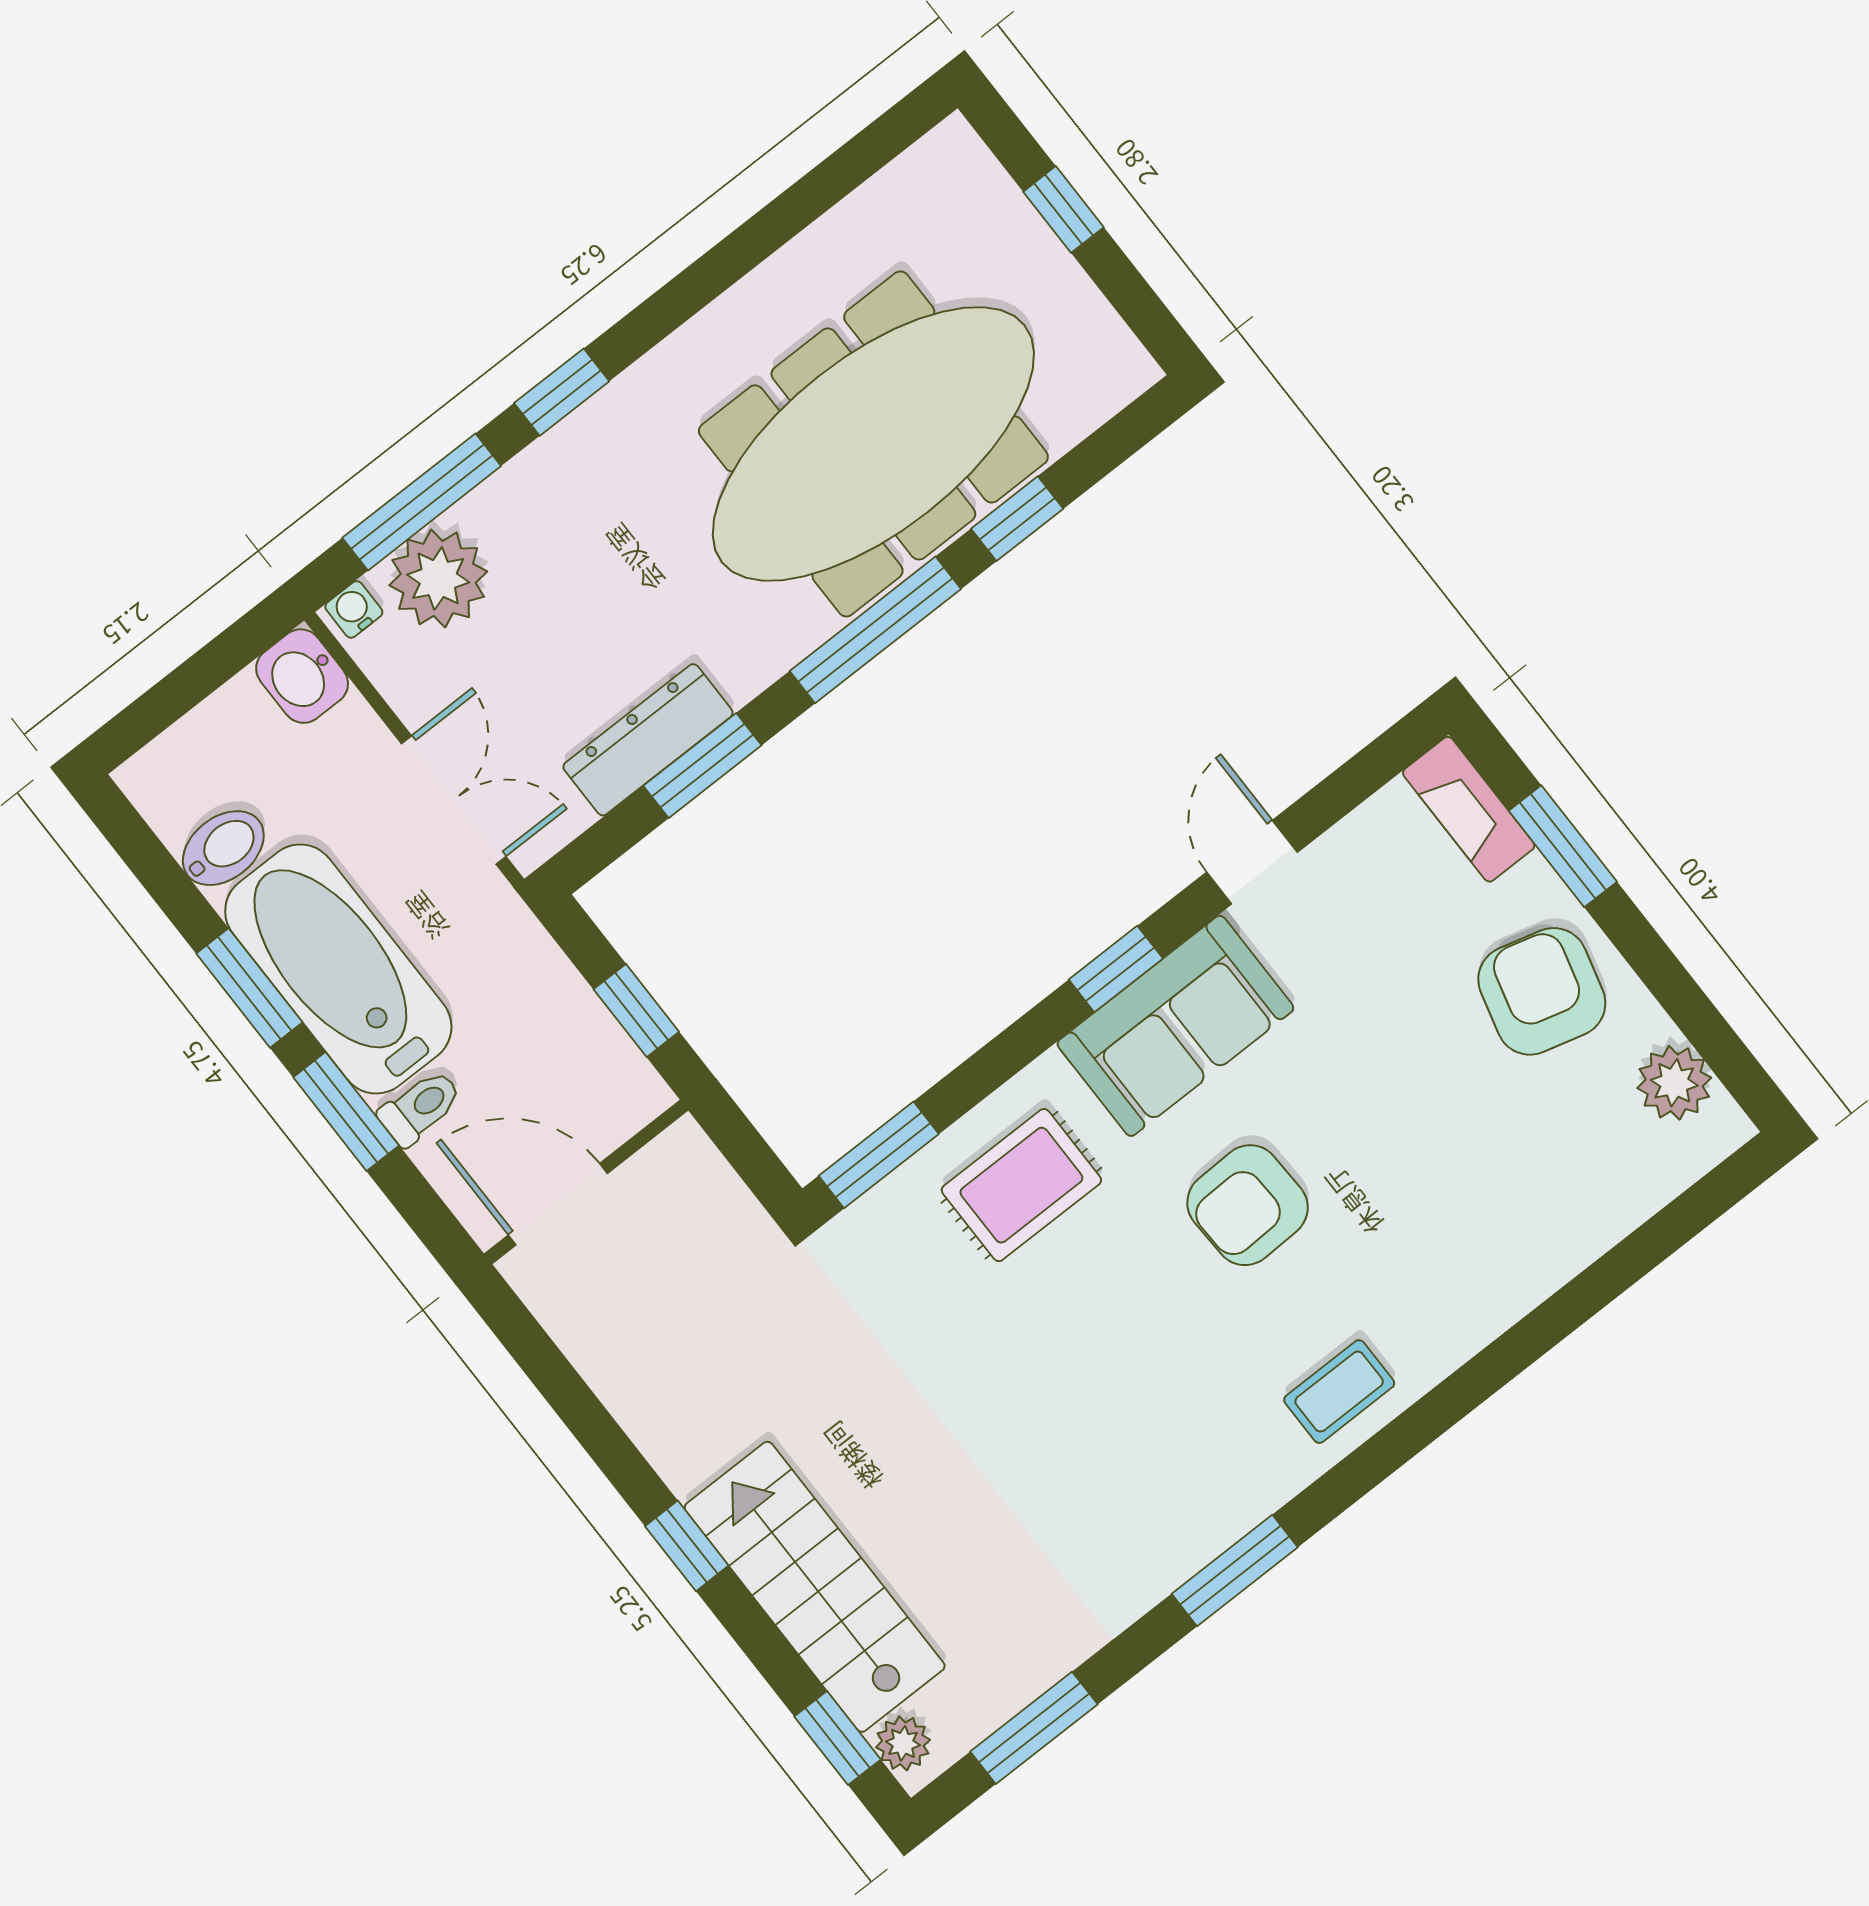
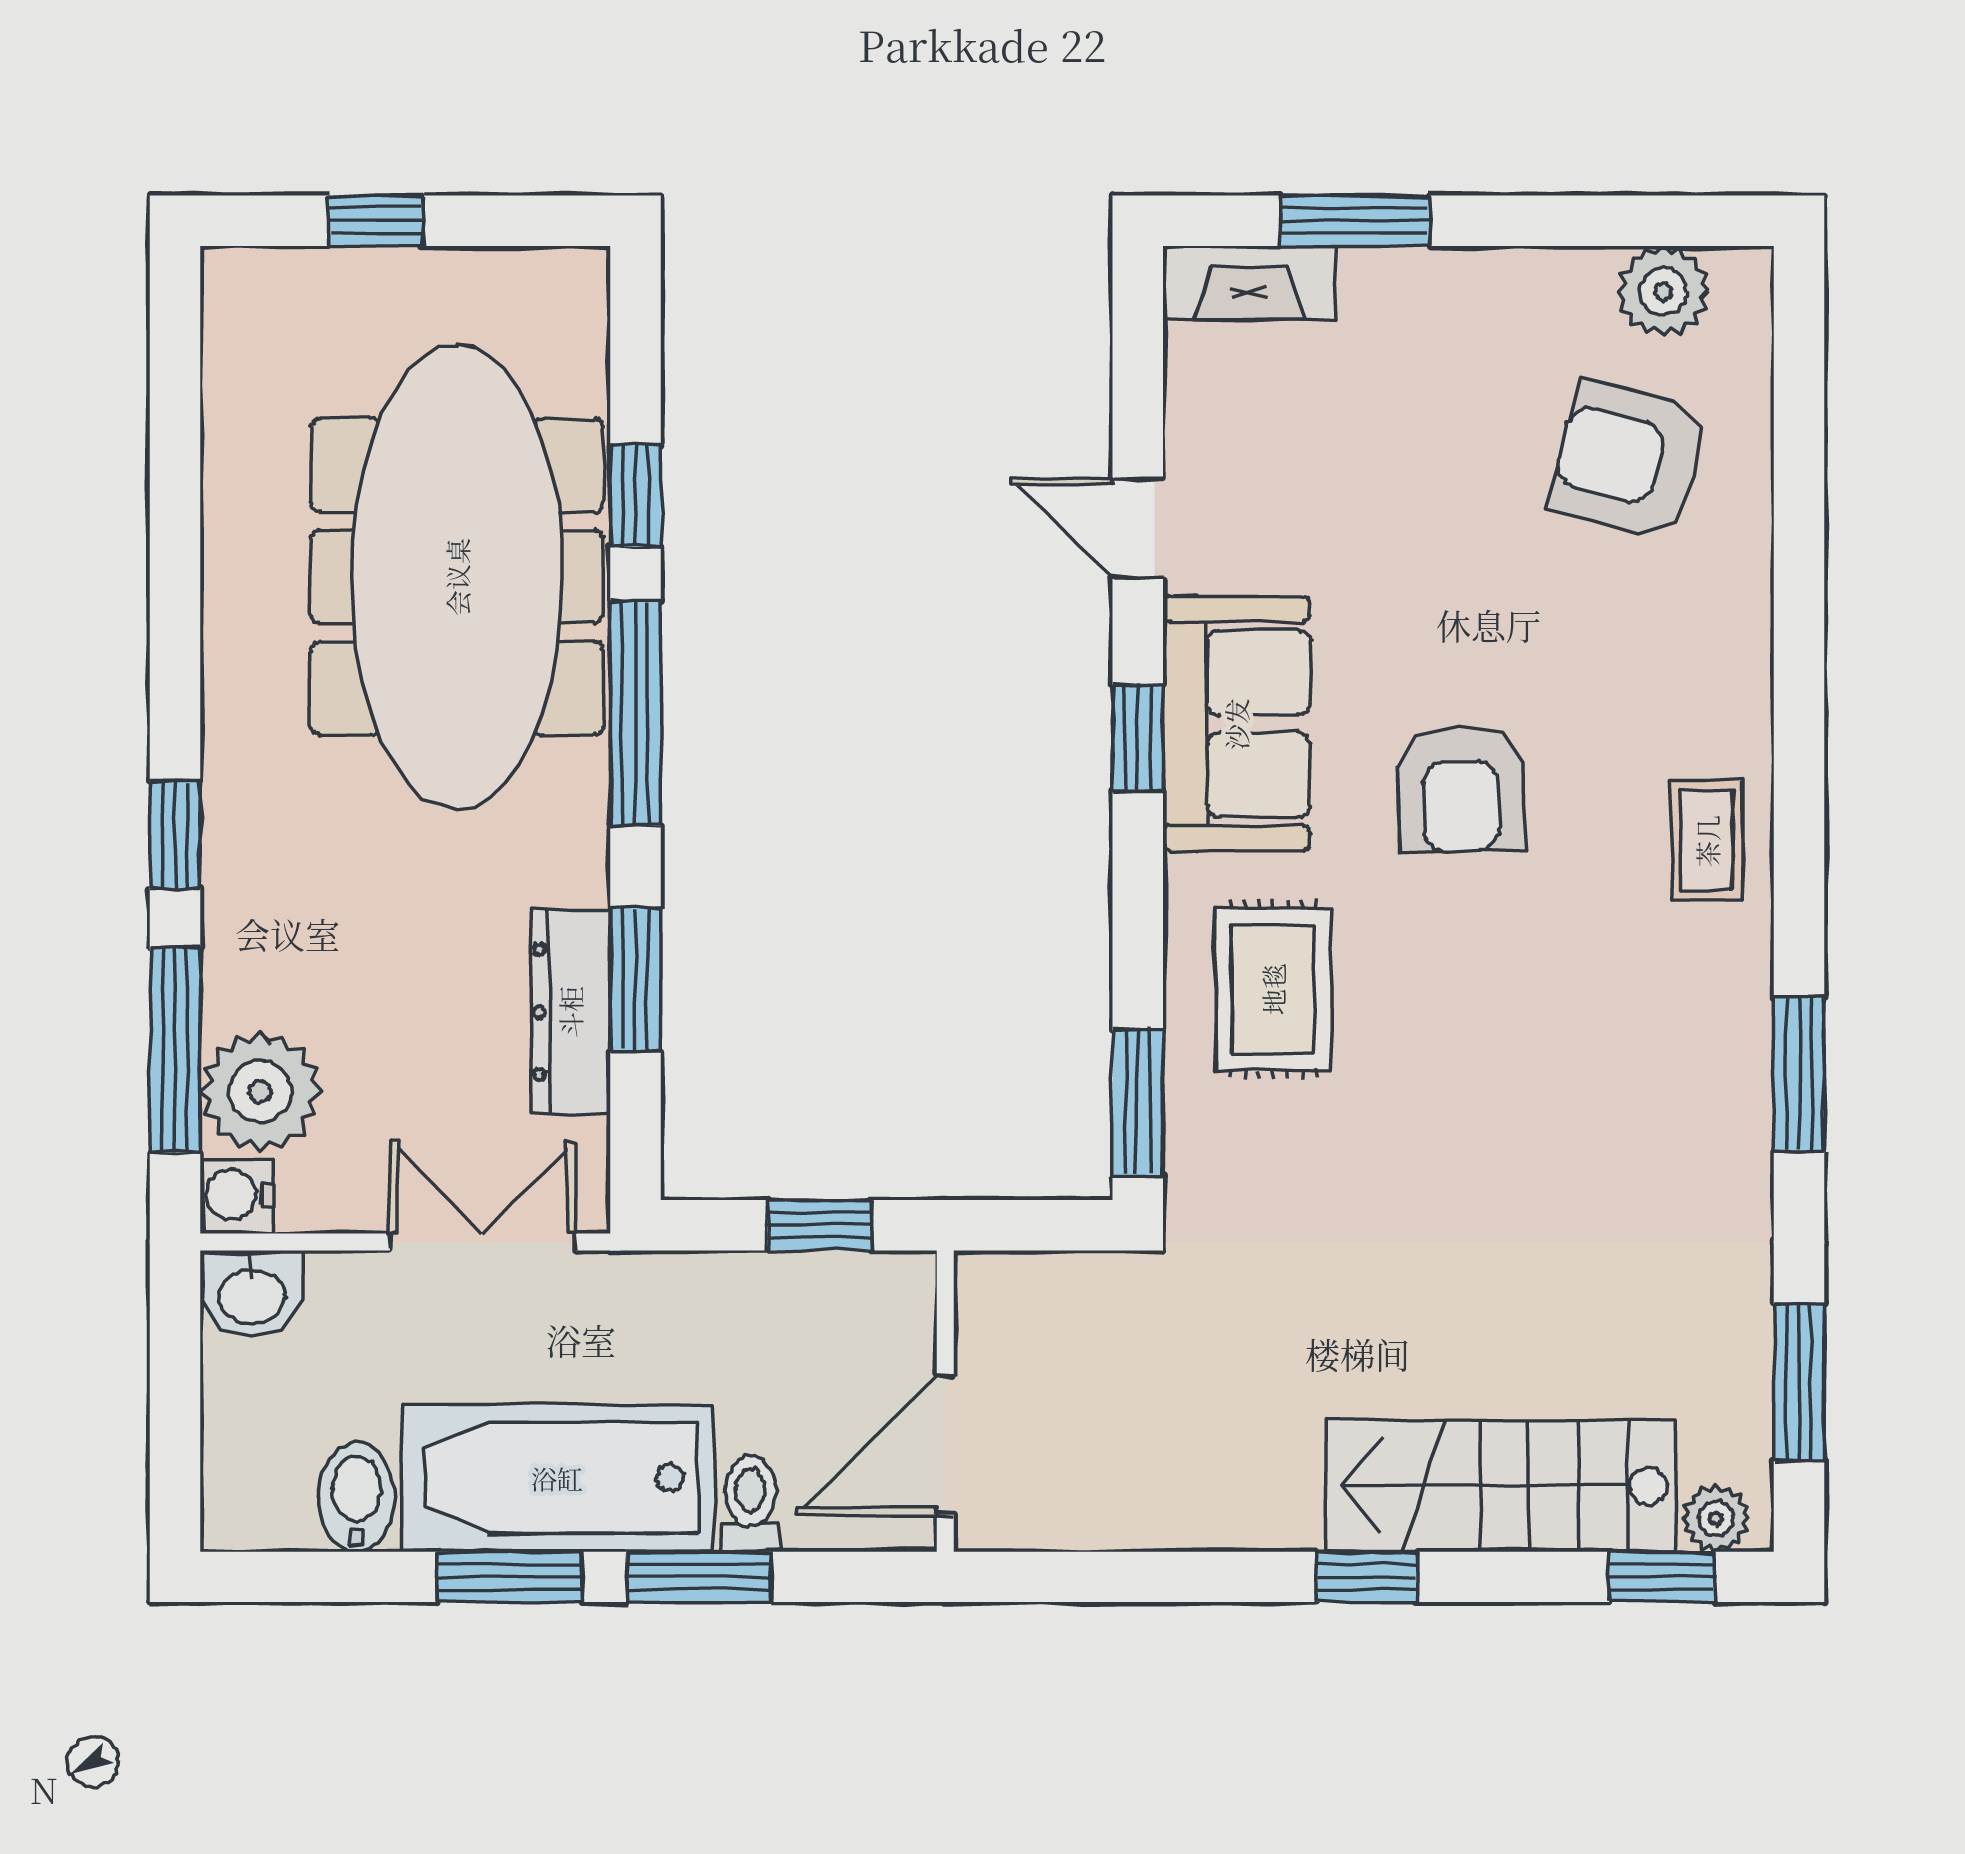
water cooler: (354, 609) -> (237, 1195), width x1.38, depth x1.38
armchair: (1542, 991) -> (1629, 460), moved

